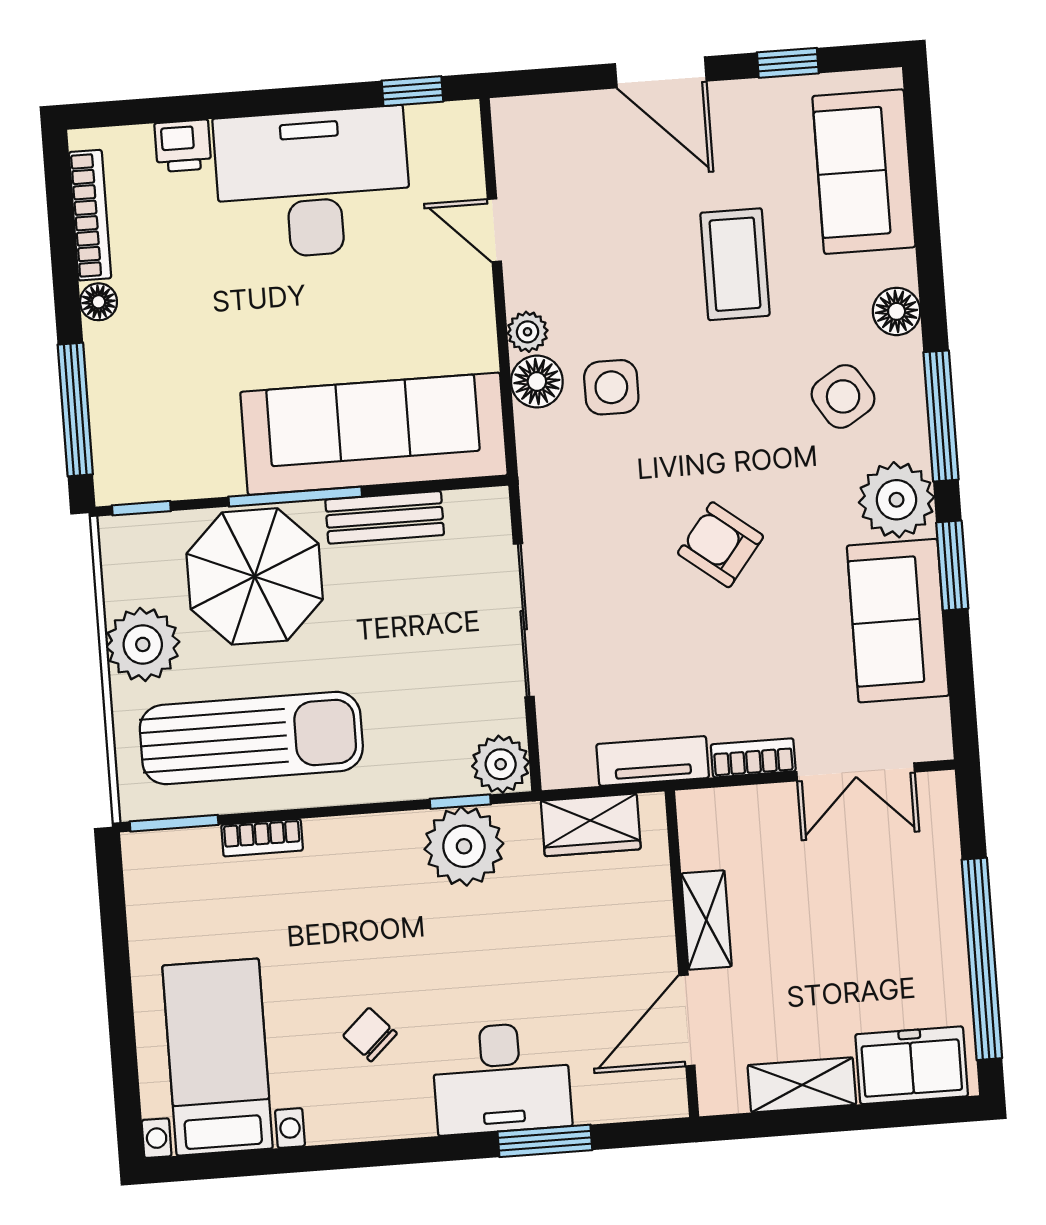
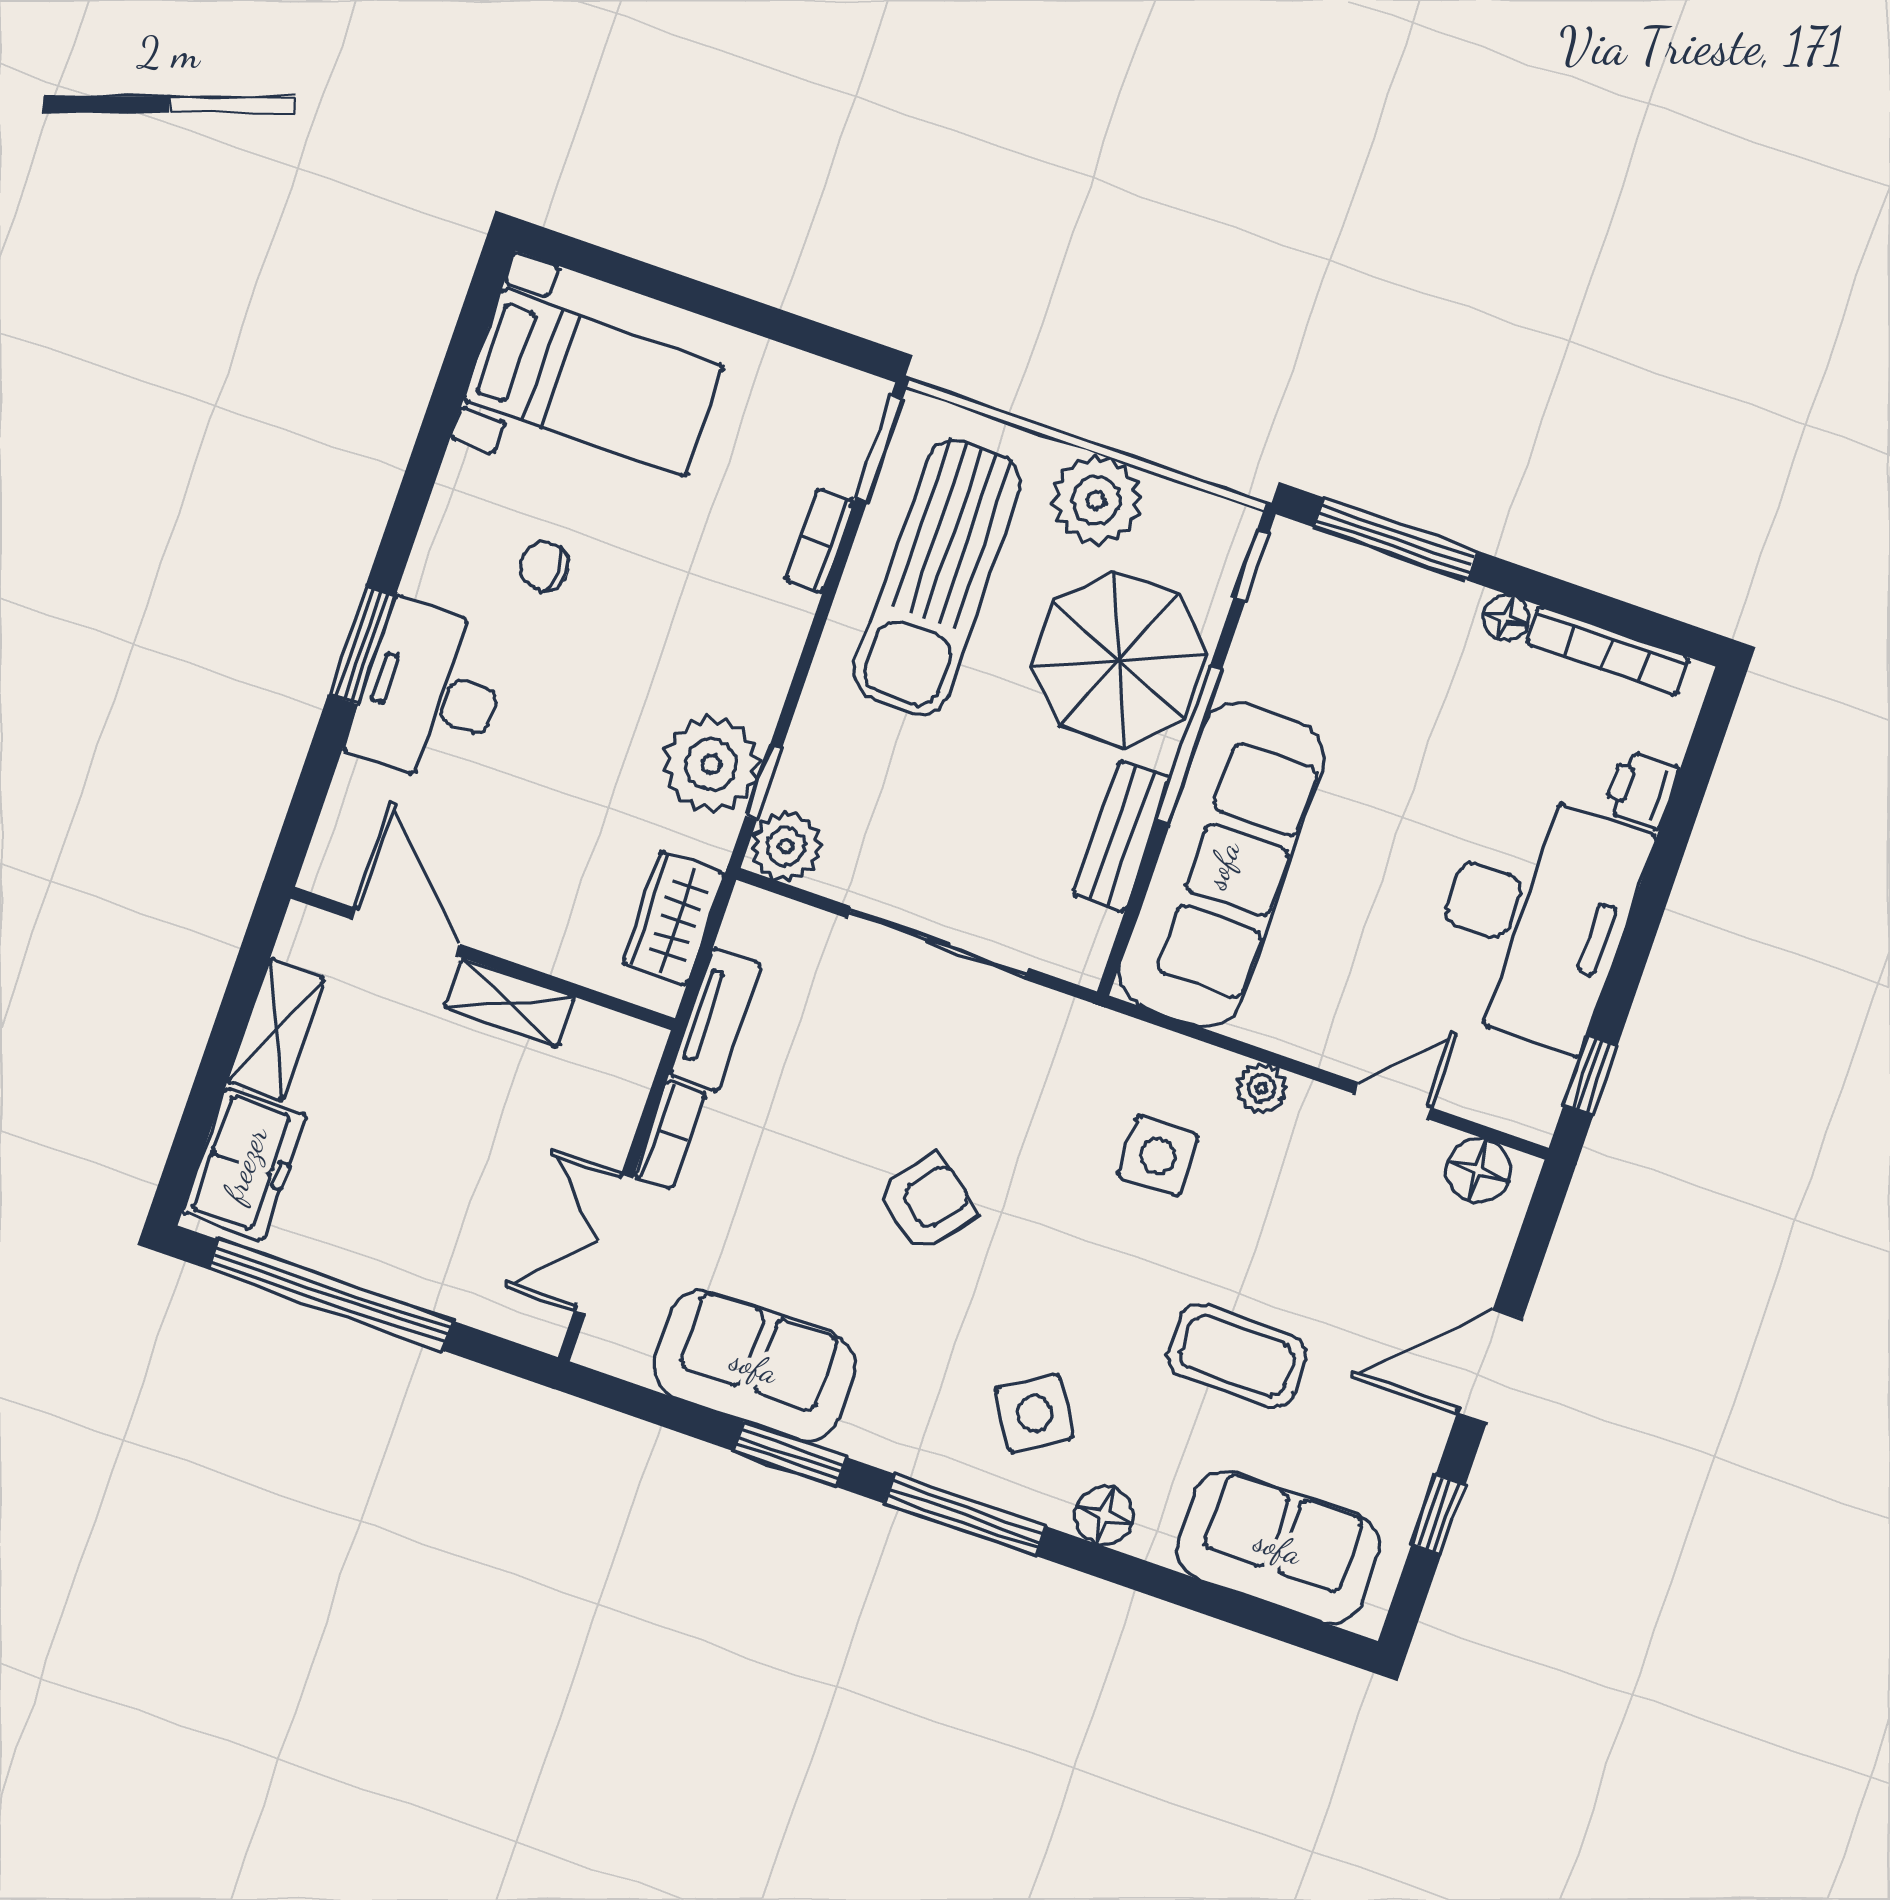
floor lamp: (537, 382) -> (1478, 1171), moved
plant: (896, 500) -> (891, 1423), removed
chair: (370, 1035) -> (544, 566), turned -137
window: (545, 1141) -> (362, 645), moved

